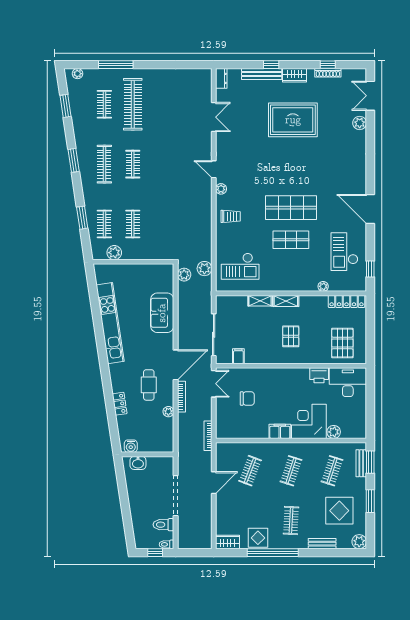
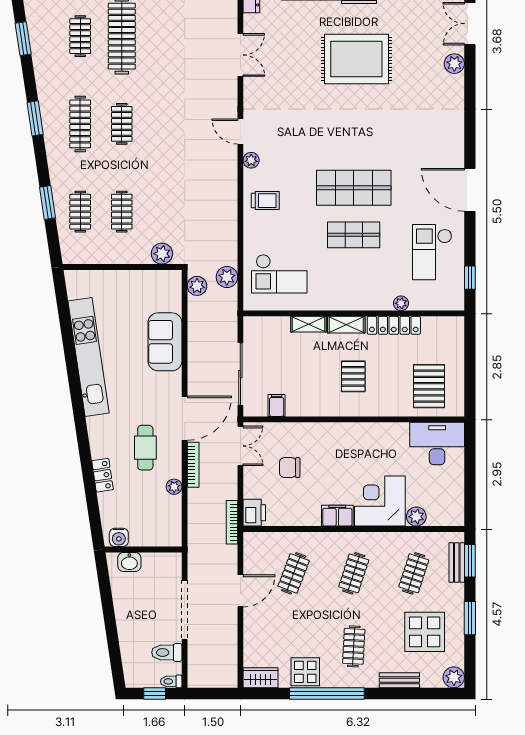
plant: (114, 253) -> (162, 254), moved
locker: (347, 301) -> (394, 325), moved
printer: (319, 375) -> (254, 513), moved, turned -90
chair: (247, 398) -> (290, 468), turned 180

